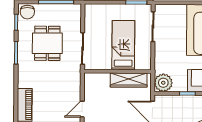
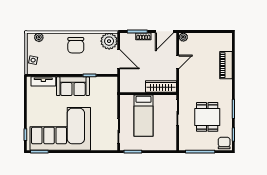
wardrobe: (129, 80) -> (161, 86), moved
plant: (163, 83) -> (110, 84), removed

